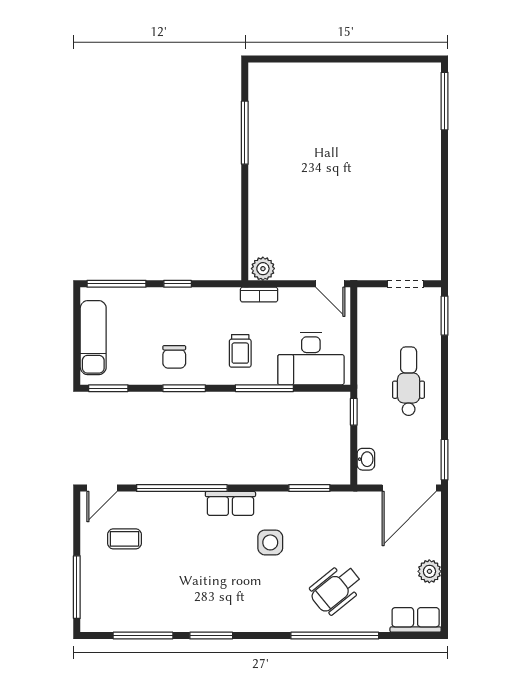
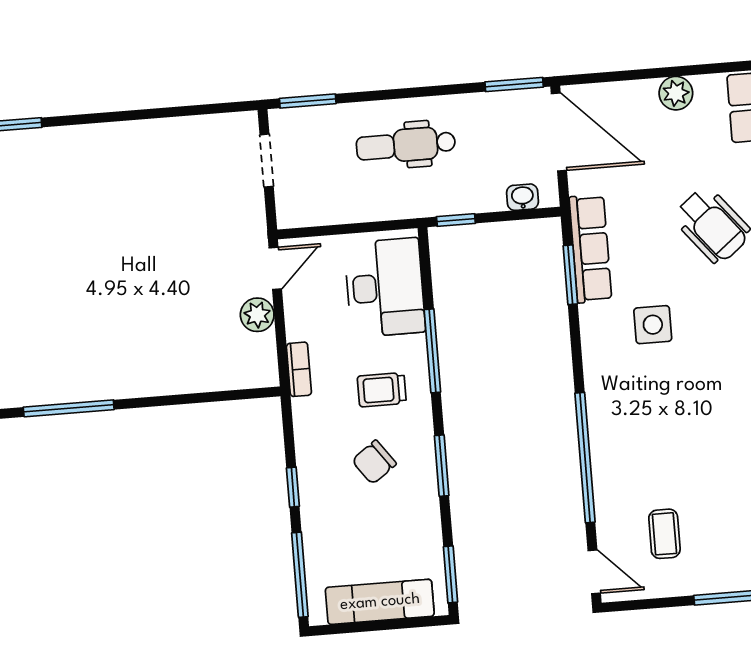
plant: (263, 269) -> (257, 315), moved
trolley: (240, 351) -> (382, 390), turned 180
chair: (174, 357) -> (374, 462), moved, turned 144
row of seats: (230, 503) -> (590, 249), moved, width x1.48

